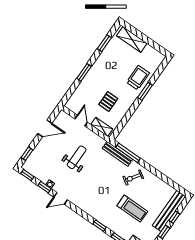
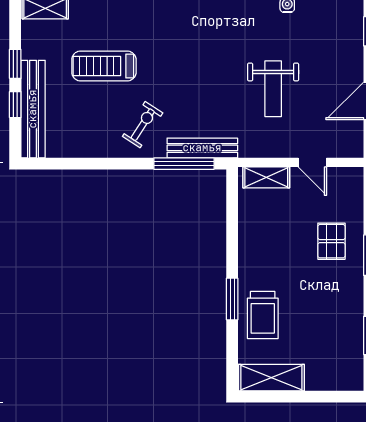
shelving: (132, 40) -> (271, 378), moved
pallet: (108, 102) -> (331, 241), moved

